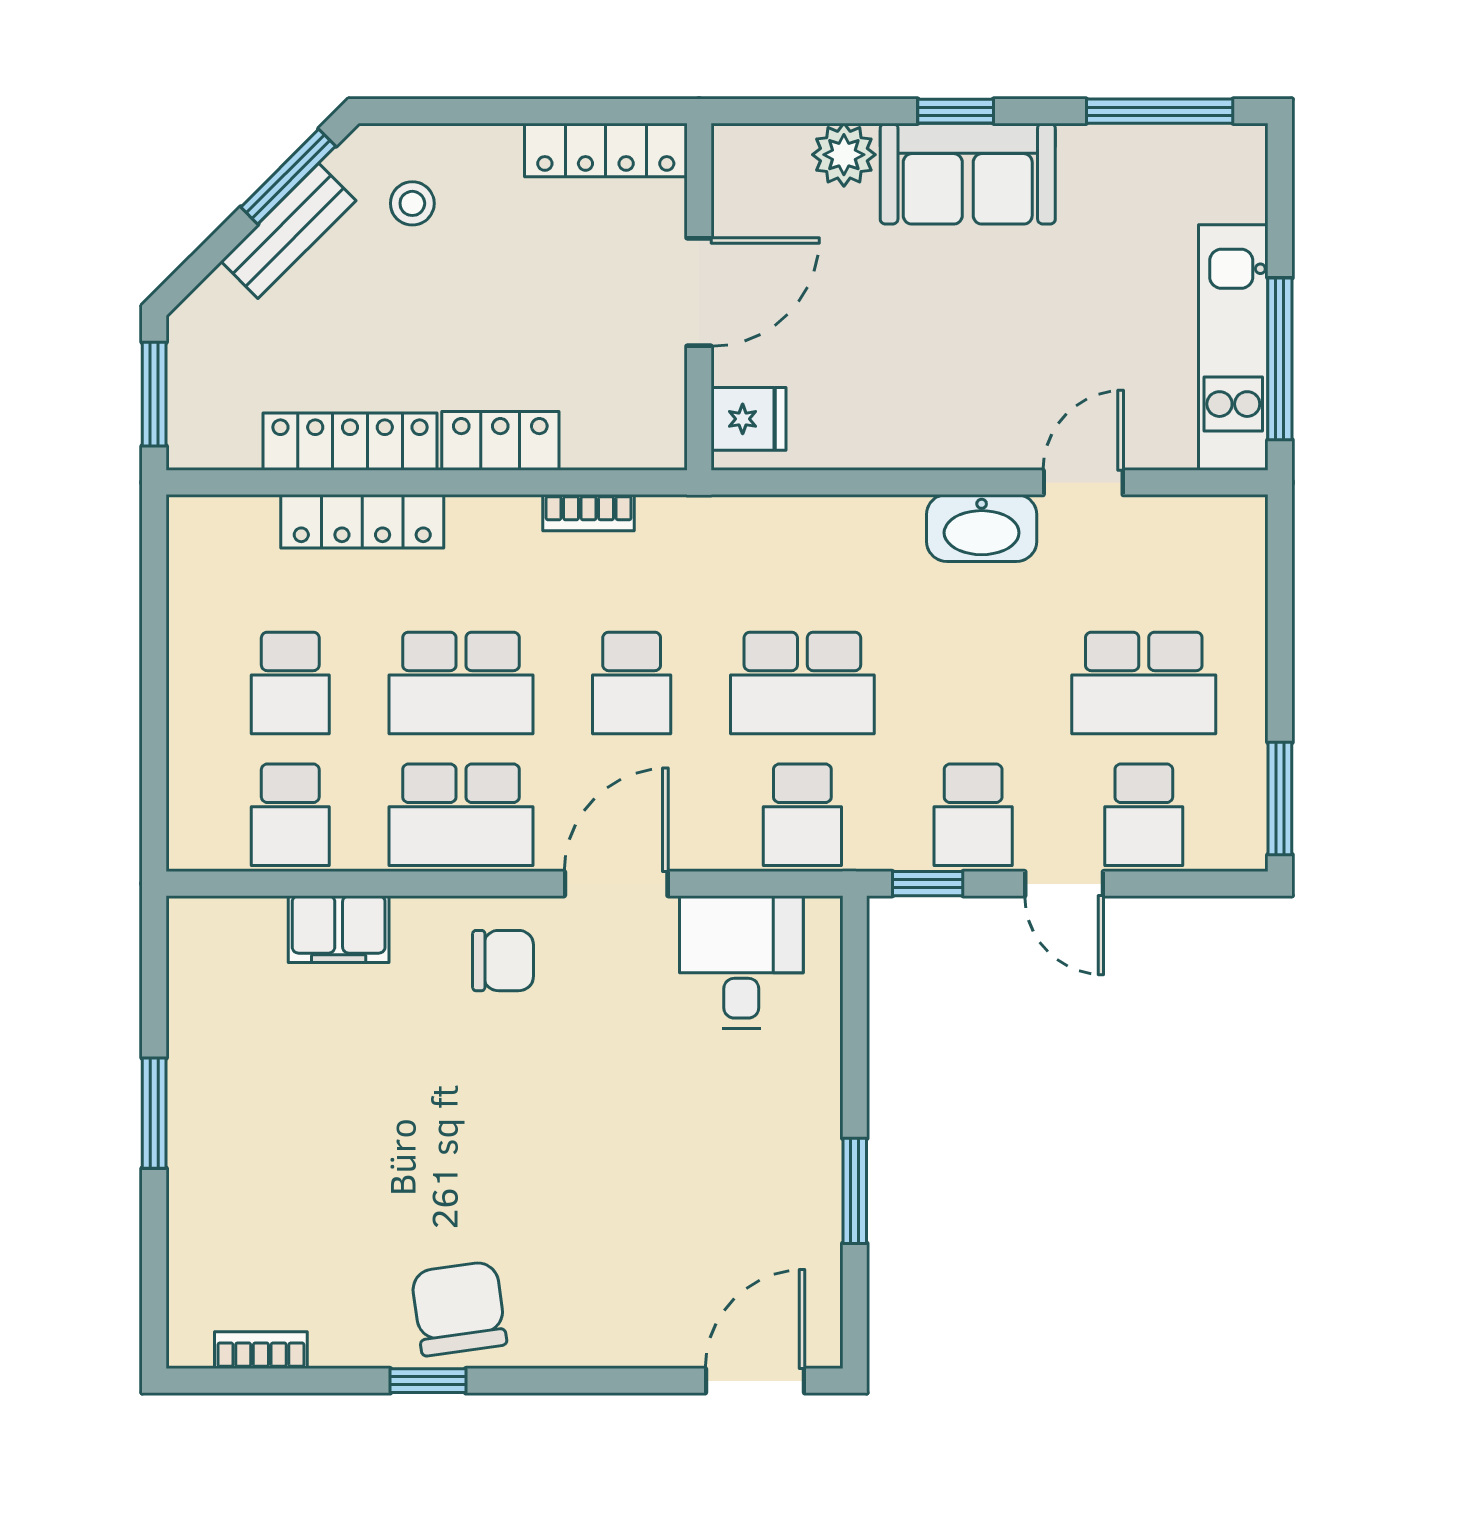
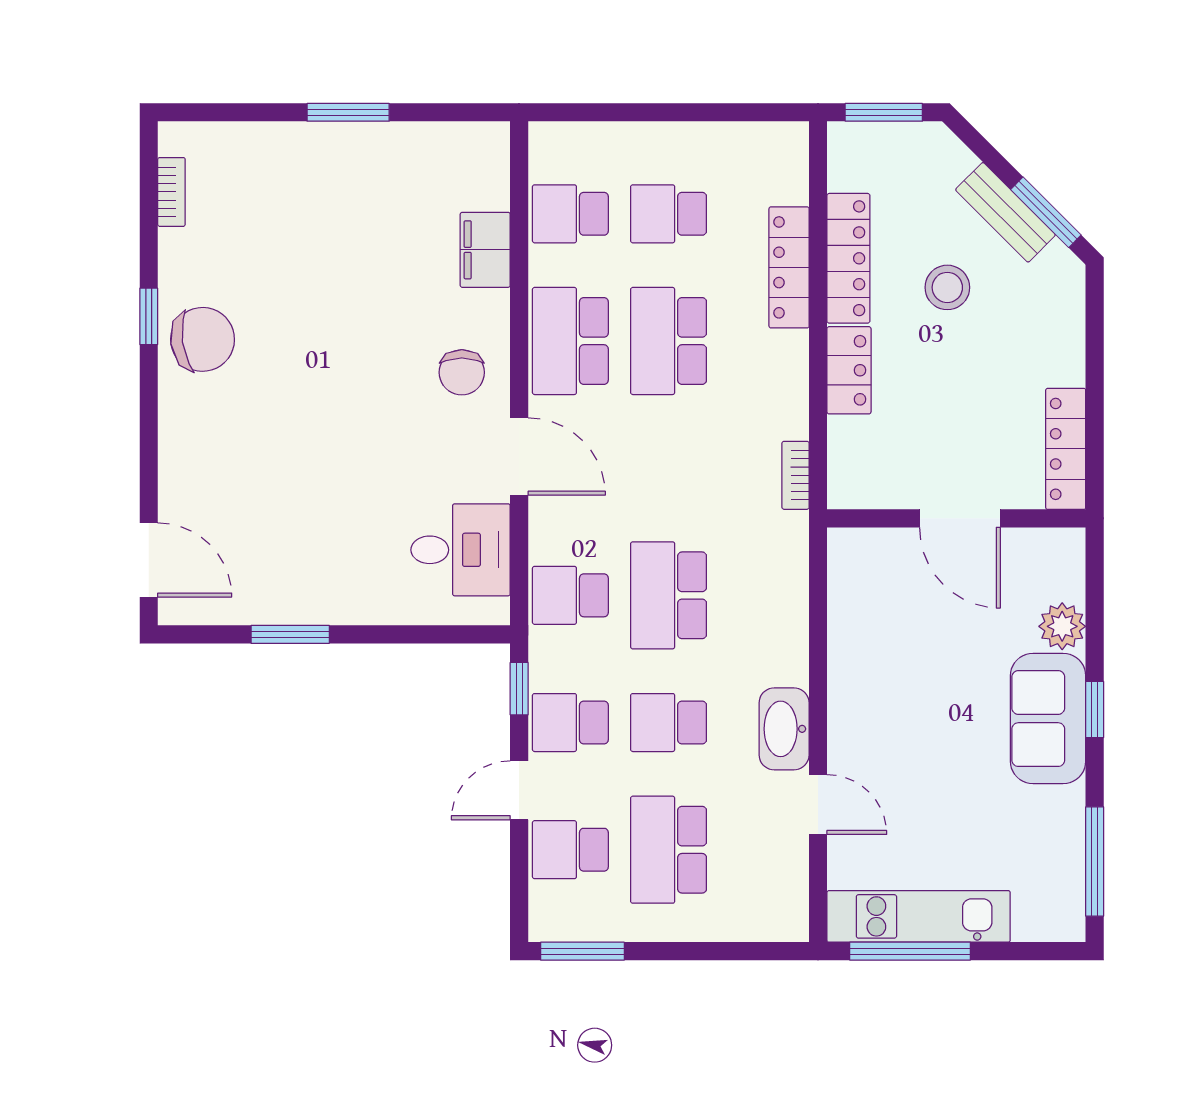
stool: (412, 203) -> (947, 287), moved, width x1.37, depth x1.37
fridge: (749, 419) -> (865, 555), removed
bookcase: (589, 513) -> (796, 475), moved
school desk: (632, 683) -> (669, 723), moved

